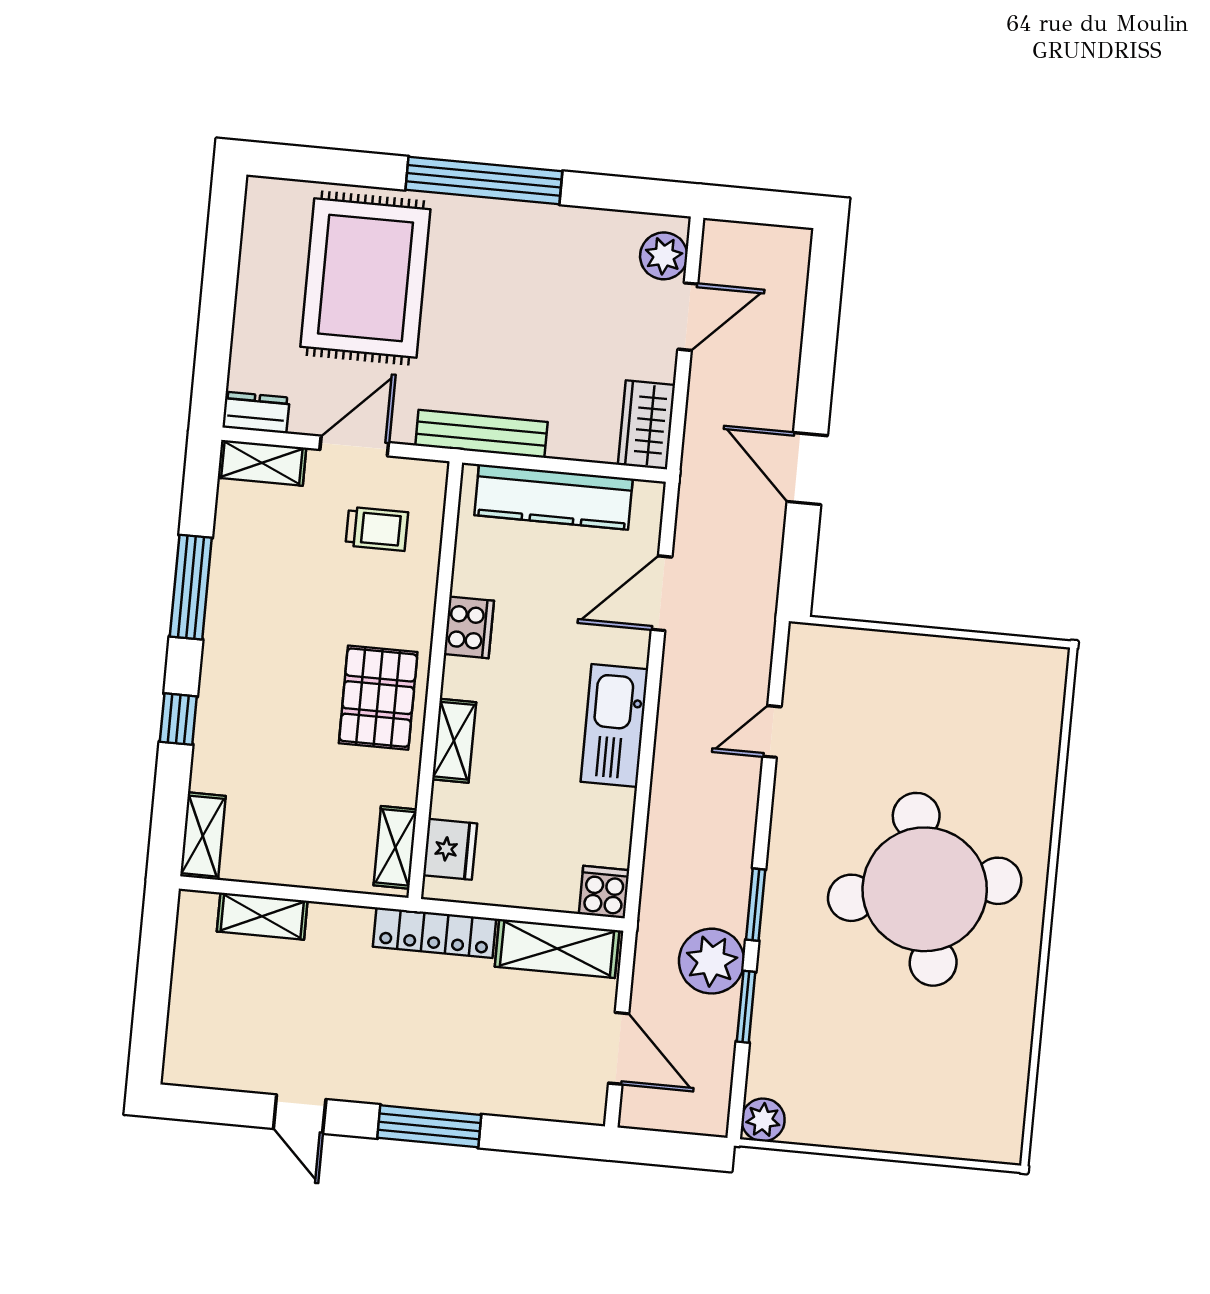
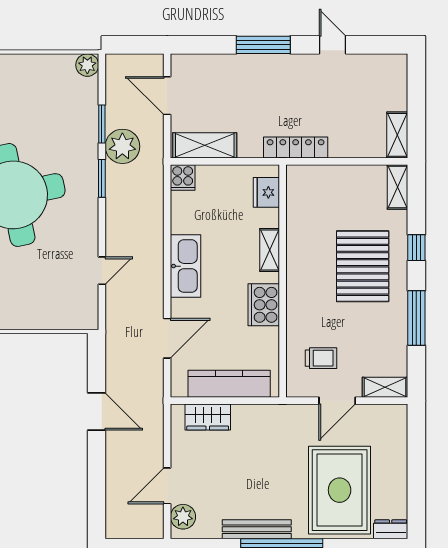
dresser: (256, 413) -> (391, 529), moved, turned 180
wardrobe: (647, 425) -> (208, 417), moved, turned 90
bench: (481, 434) -> (257, 529), moved
trolley: (377, 529) -> (321, 358), turned 180
cooker: (469, 627) -> (264, 305), width x1.37, depth x1.31
pallet: (378, 698) -> (363, 266), moved, width x1.37, depth x1.41
shelving: (395, 847) -> (295, 191), removed
shelving: (262, 916) -> (397, 135), moved, turned 90
locker: (435, 933) -> (296, 148), moved

